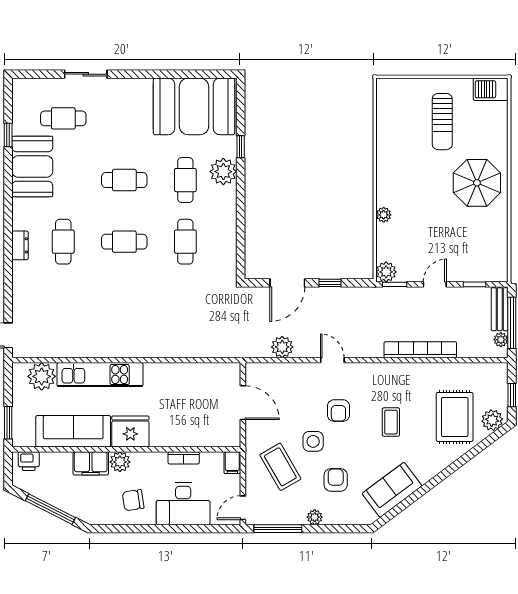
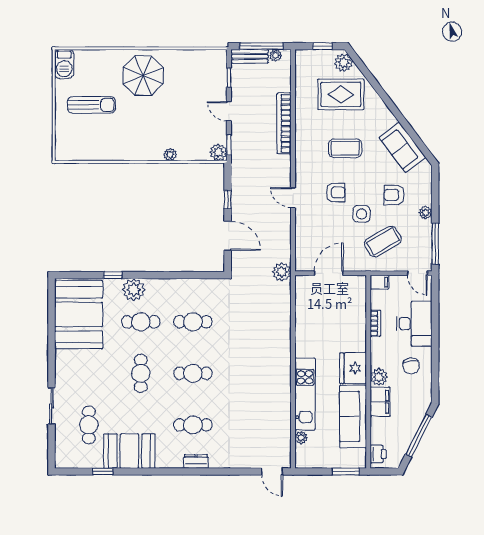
cafe table: (124, 242) -> (193, 373), turned 90
plant: (282, 347) -> (282, 272), moved
door: (332, 360) -> (293, 198), hinge flipped
plant: (42, 376) -> (301, 438), width x0.53, depth x0.53
coffee table: (391, 422) -> (345, 148), width x1.36, depth x1.30

